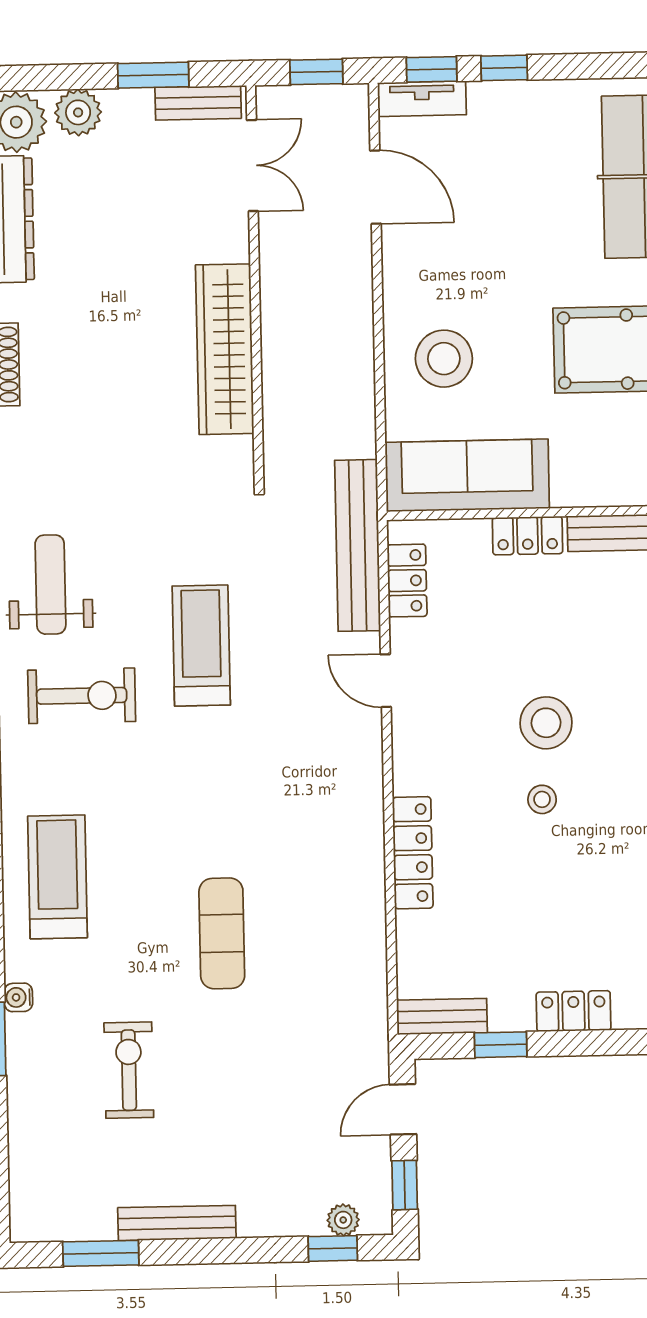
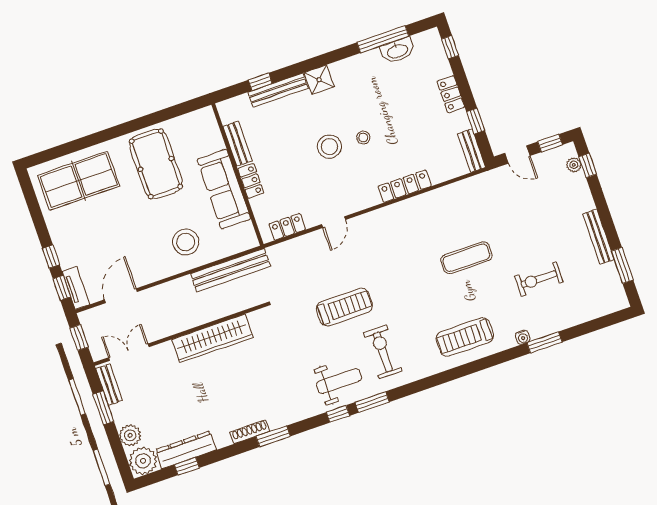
sofa: (467, 475) -> (224, 189), moved
bench: (358, 545) -> (230, 270), moved
weight bench: (50, 585) -> (339, 381), turned 180
treadmill: (201, 646) -> (344, 307), turned 180

